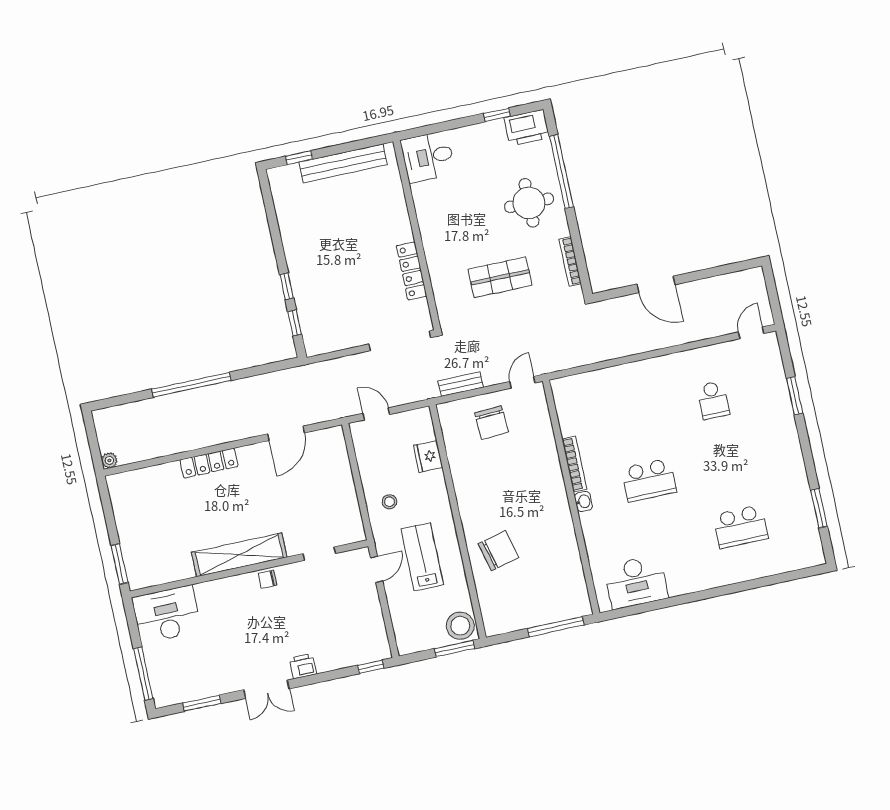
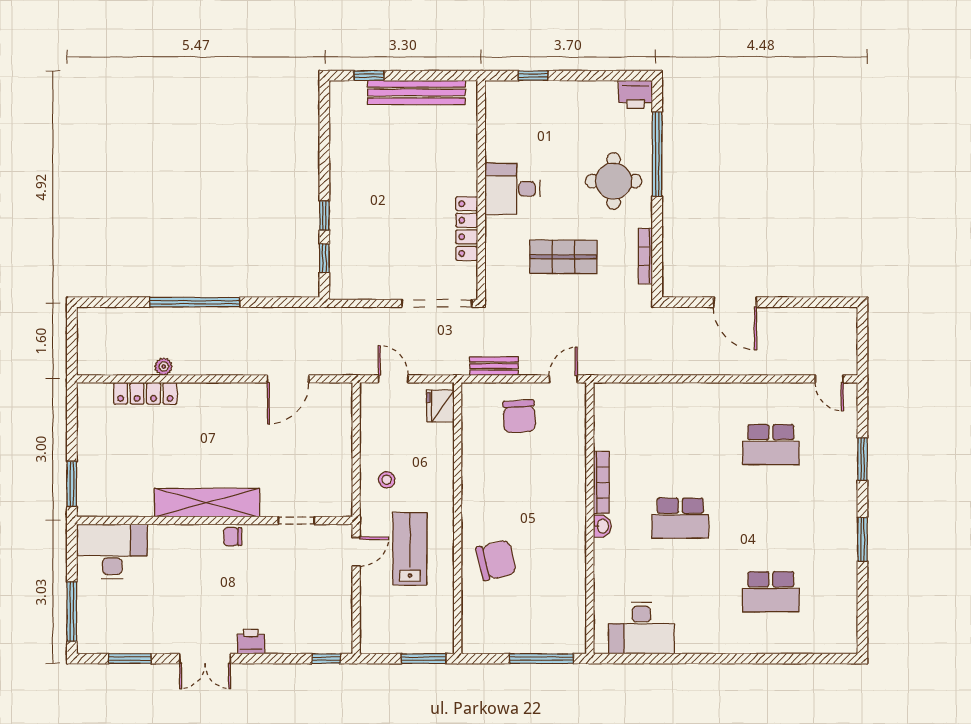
window: (497, 115) -> (533, 76), moved
printer: (527, 128) -> (636, 94), width x0.73, depth x0.84
desk: (428, 157) -> (512, 189), moved
door: (751, 333) -> (829, 379), swing flipped
school desk: (713, 400) -> (771, 445), width x1.85
fridge: (428, 456) -> (440, 406), moved
plant: (109, 460) -> (164, 367), moved
locker: (209, 463) -> (145, 393), moved
window: (819, 508) -> (862, 539), moved
stool: (460, 626) -> (436, 635), removed

